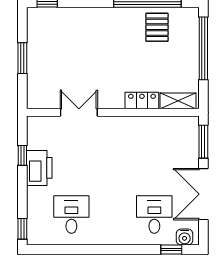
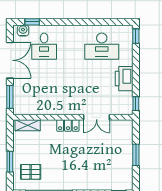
pallet: (157, 27) -> (31, 172), moved, turned 90
window: (203, 48) -> (10, 162), width x0.47
locker: (142, 101) -> (68, 125), moved
window: (22, 155) -> (136, 104), moved
desk: (71, 214) -> (102, 46), width x1.37

